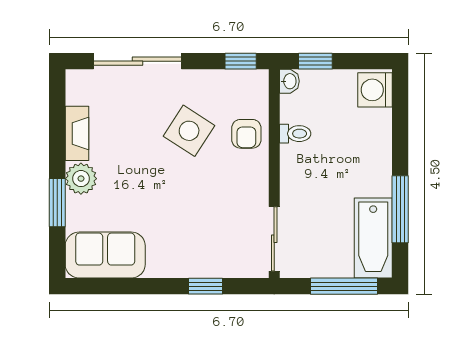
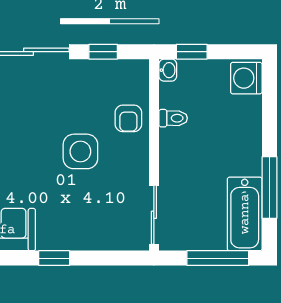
window: (241, 61) -> (103, 52), moved
side table: (189, 131) -> (80, 151), moved, turned -33
window: (205, 286) -> (54, 258), moved

